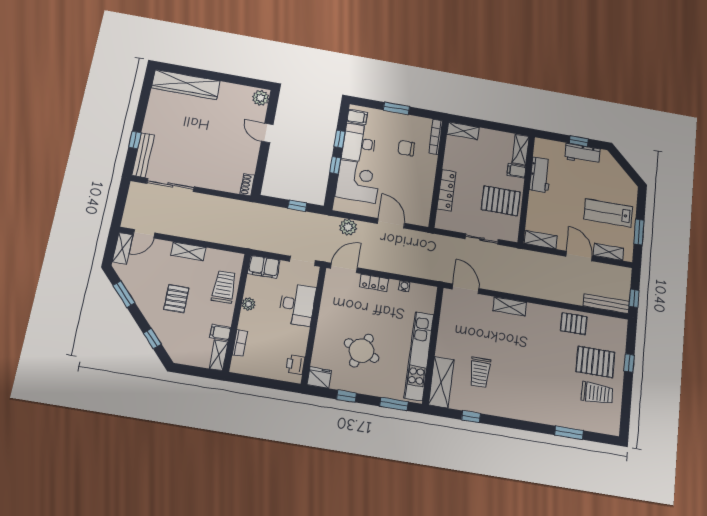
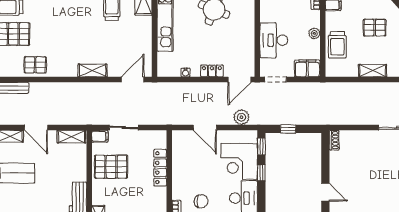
window: (340, 139) -> (261, 146), moved
filing cabinet: (516, 171) -> (100, 136), moved
door: (466, 289) -> (133, 80), swing flipped
pallet: (176, 299) -> (375, 28), turned 90

